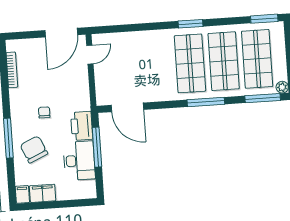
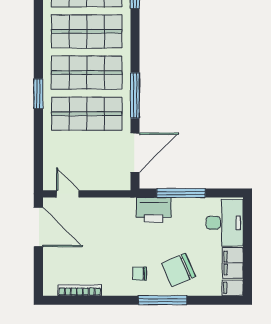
window: (190, 24) -> (38, 94), moved
shop shelf: (156, 66) -> (87, 114), added
window: (206, 102) -> (135, 96), moved
chair: (44, 112) -> (140, 274), moved
desk: (79, 161) -> (225, 223), moved, turned 90

